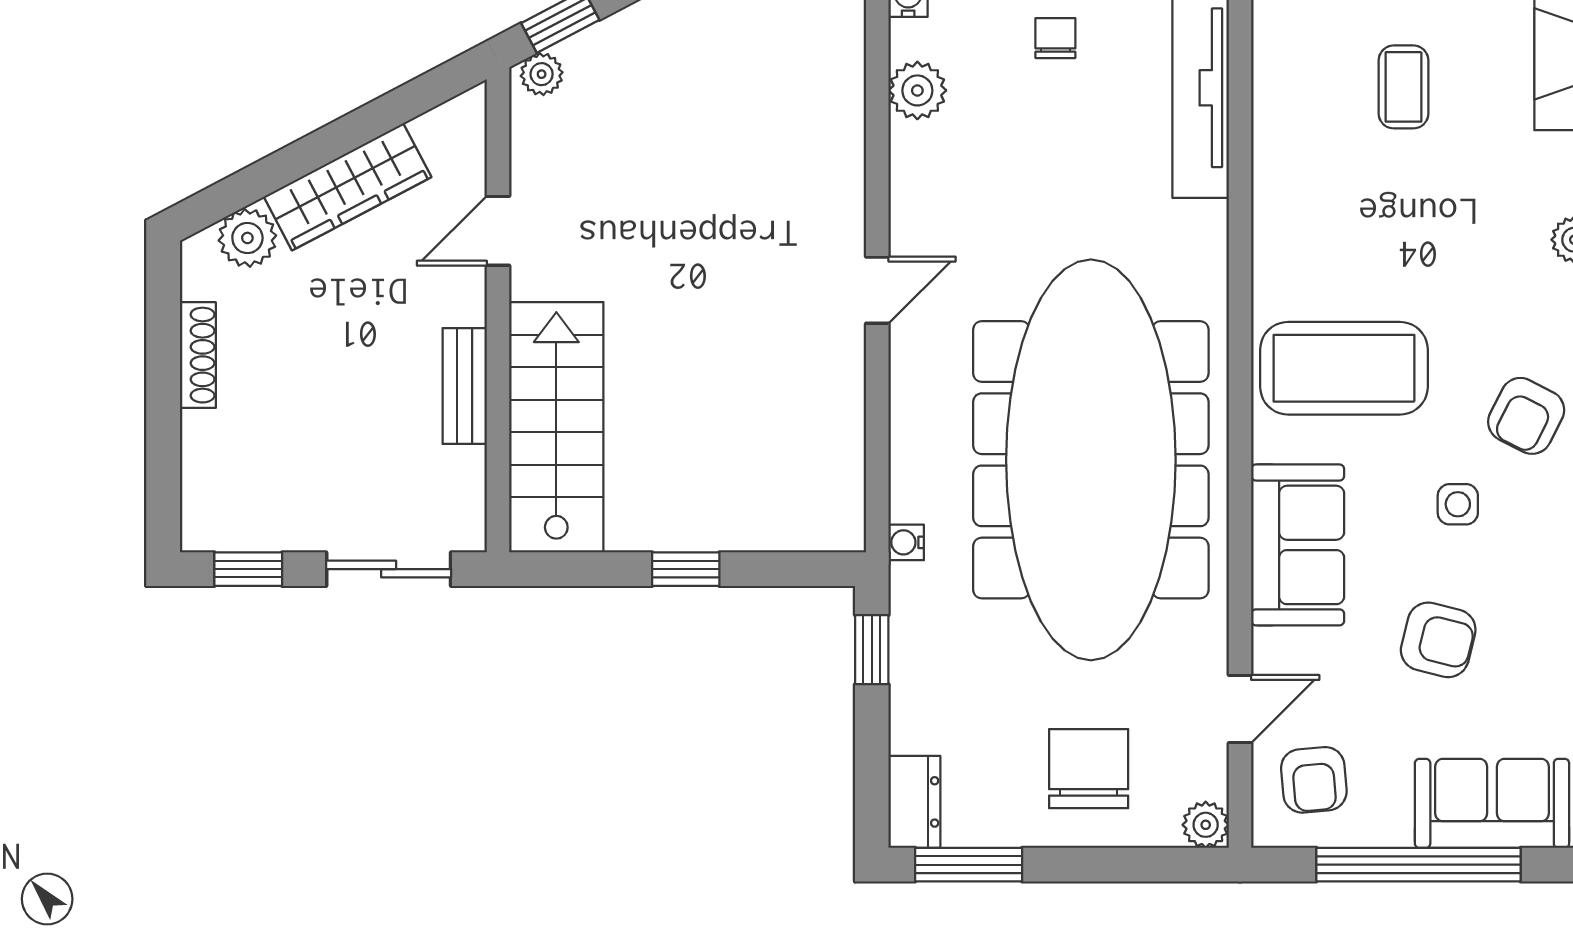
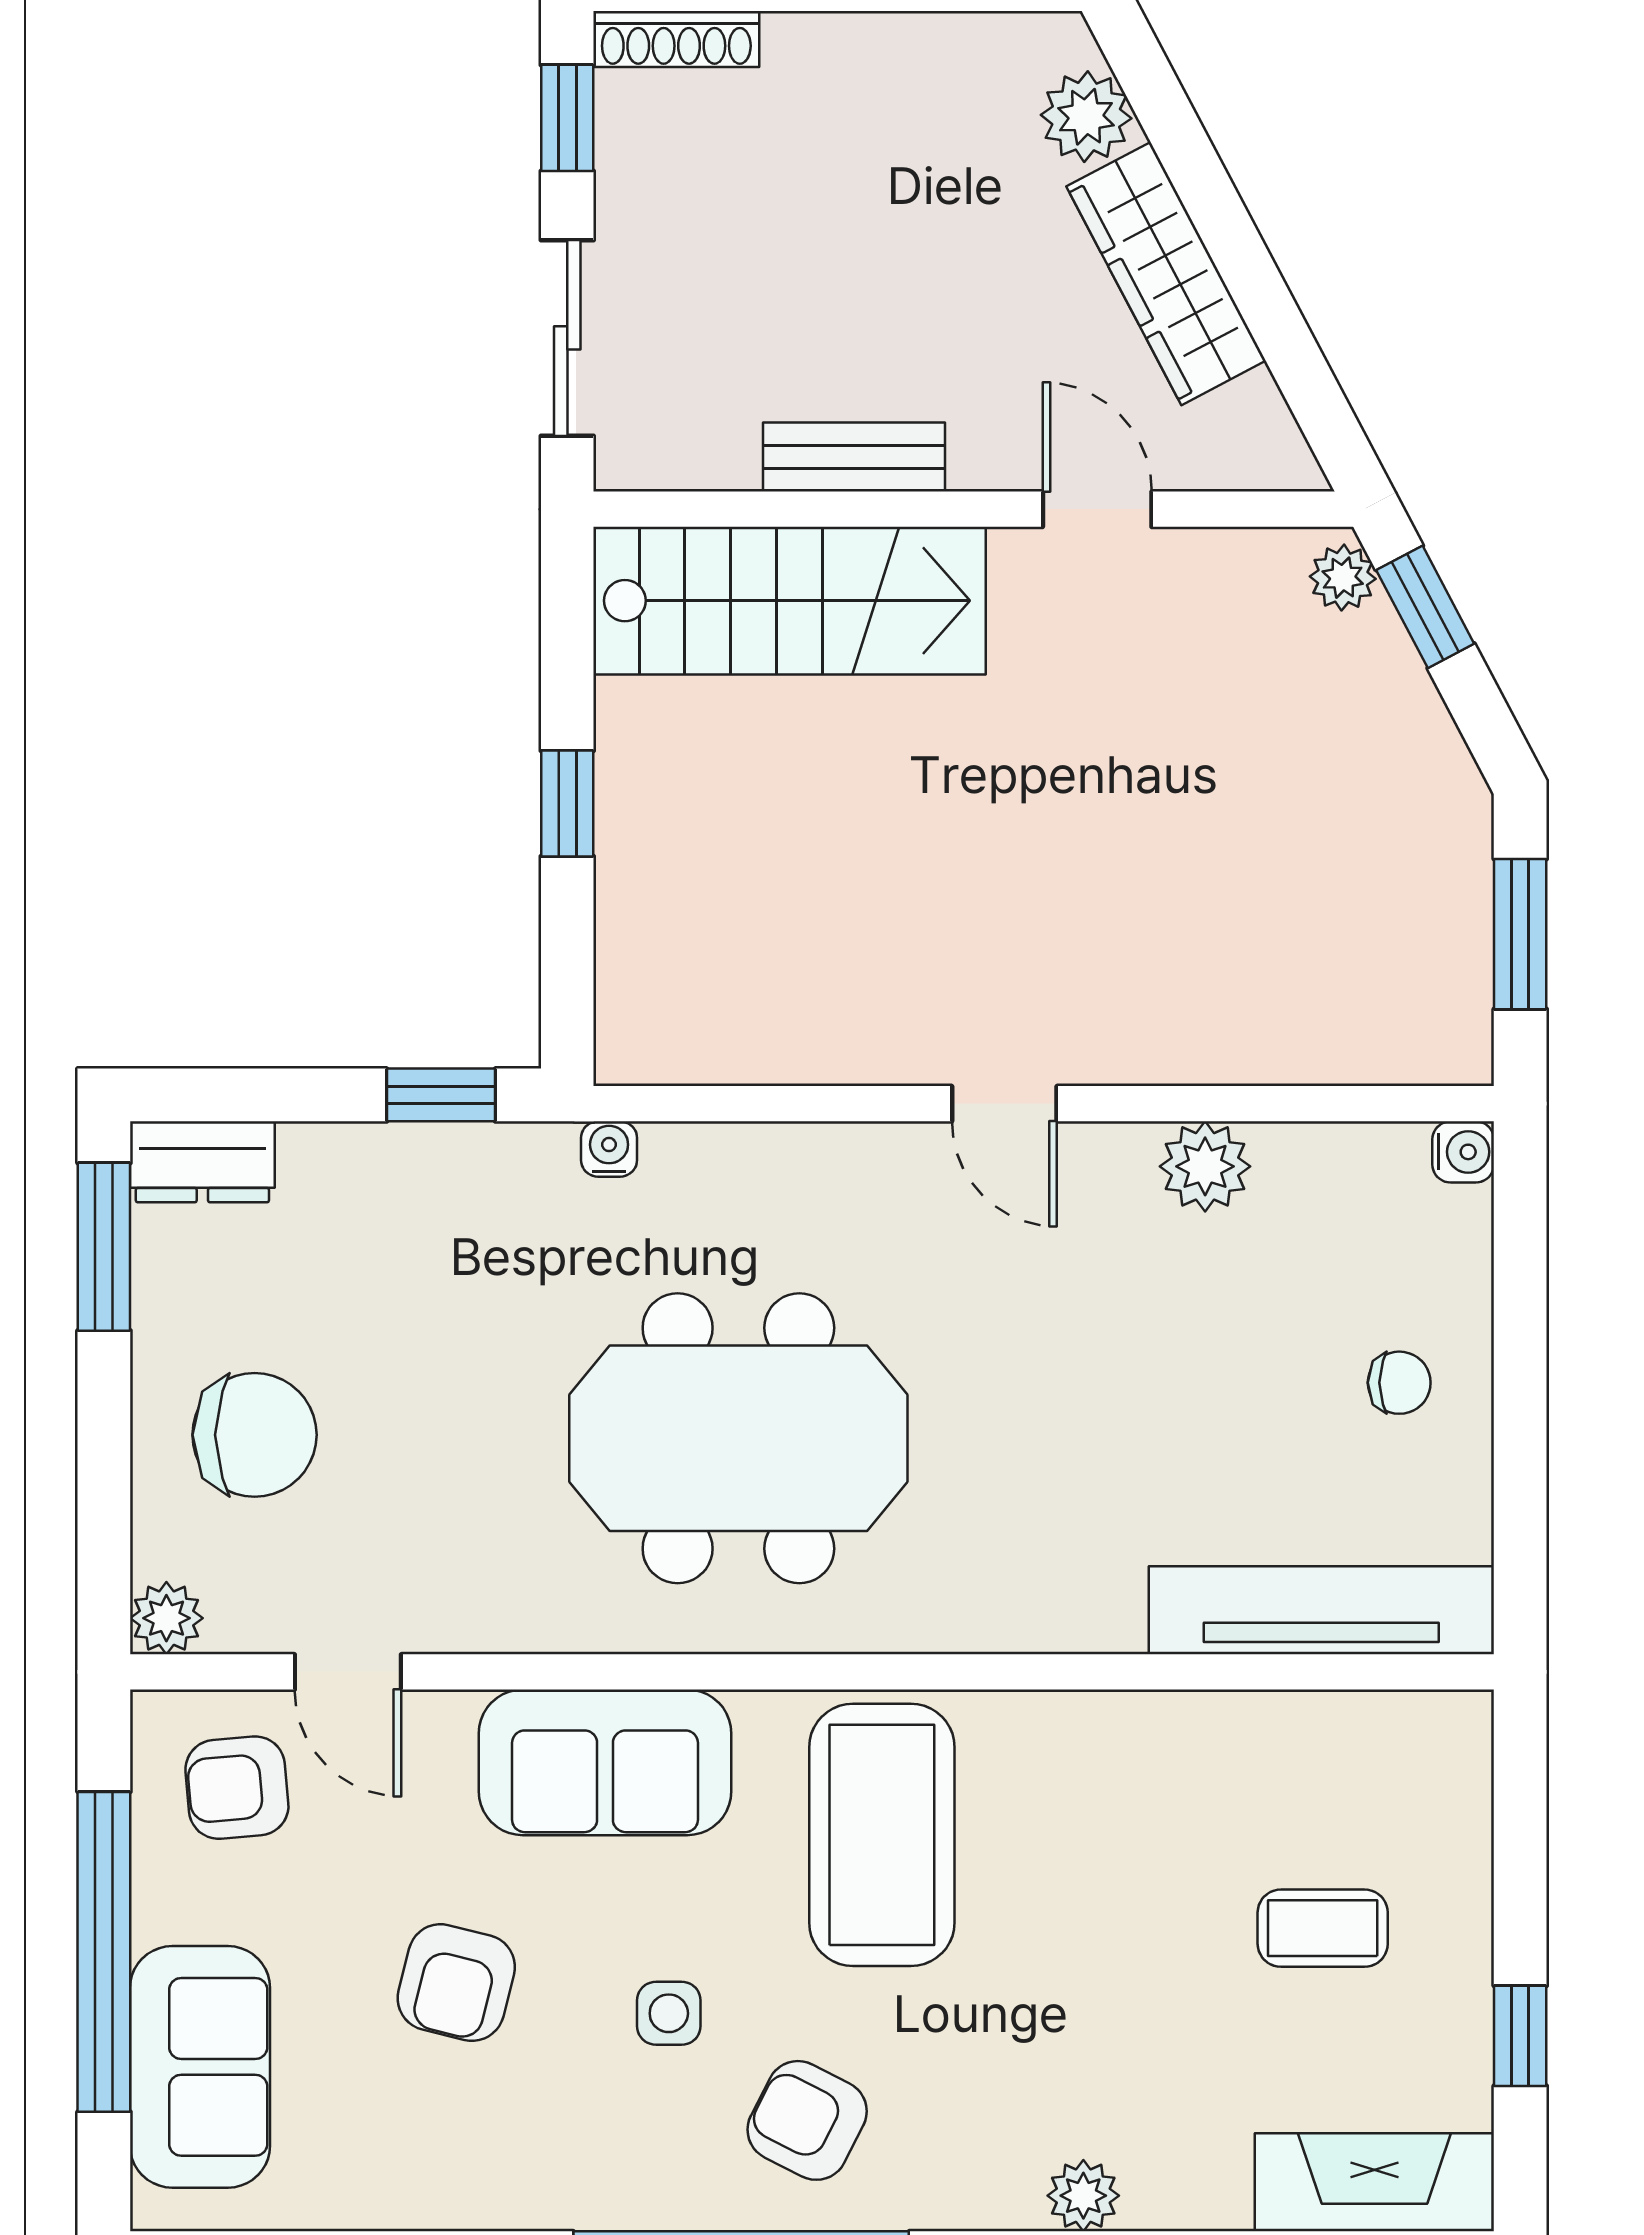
plant: (917, 90) -> (1205, 1166), moved
shoe rack: (198, 355) -> (676, 39), moved
meeting table: (1091, 460) -> (738, 1438), width x0.54, depth x0.79

